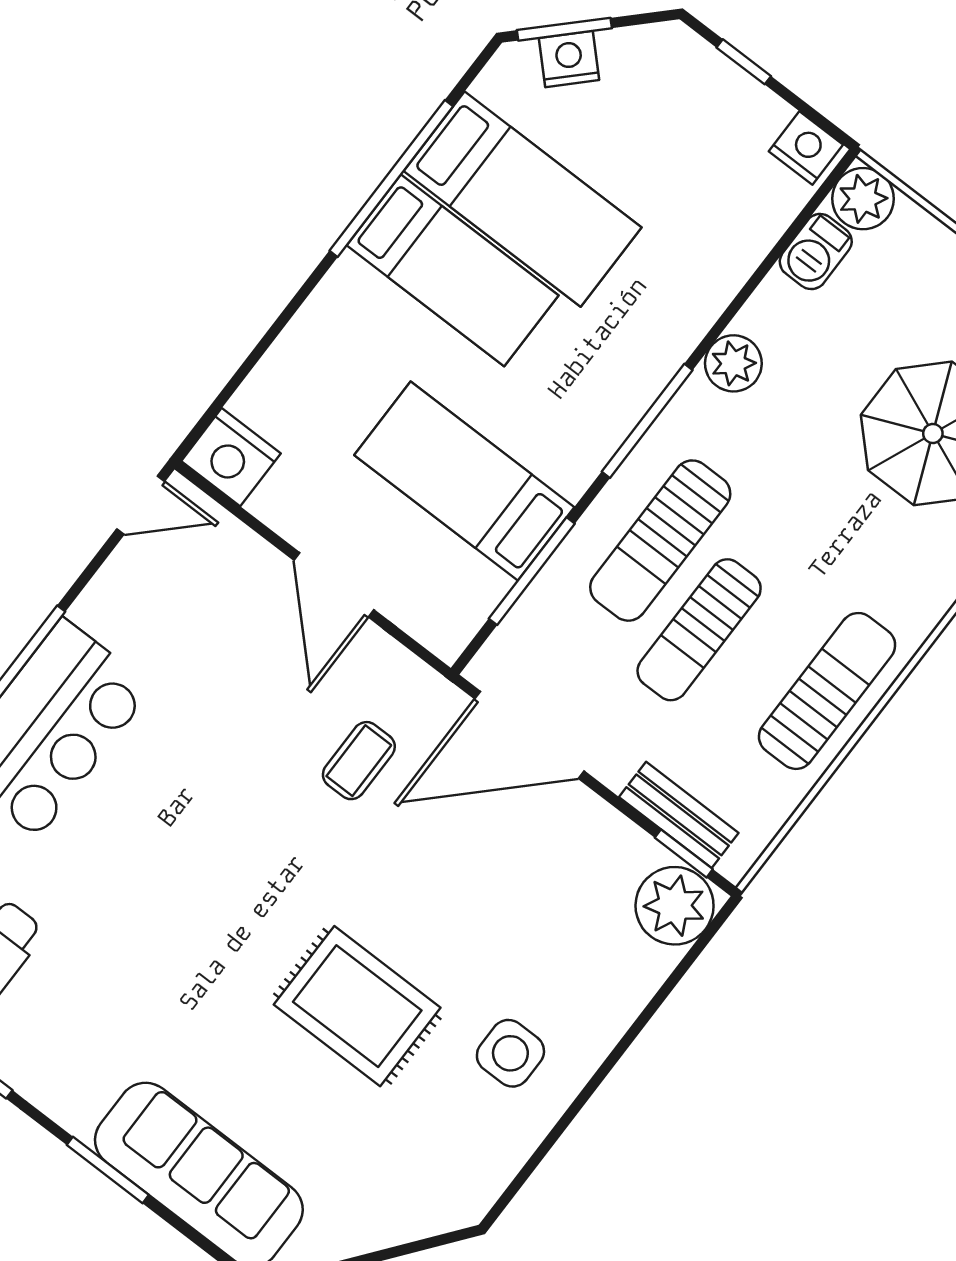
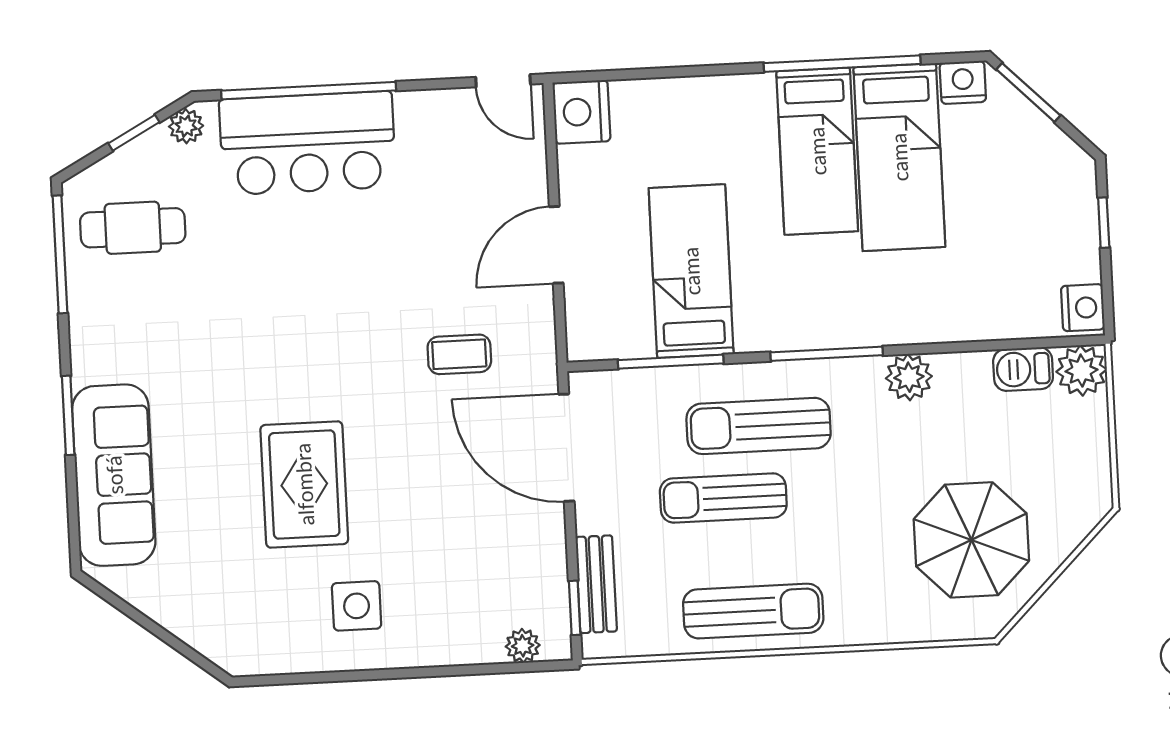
nightstand: (569, 59) -> (963, 82), moved, turned -45
plant: (675, 906) -> (523, 646), width x0.53, depth x0.53

